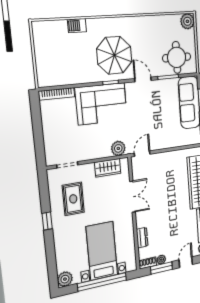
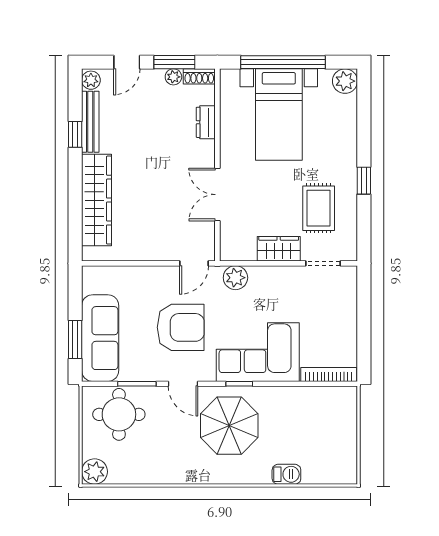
armchair: (147, 114) -> (181, 327), added
wardrobe: (108, 168) -> (279, 249), moved

